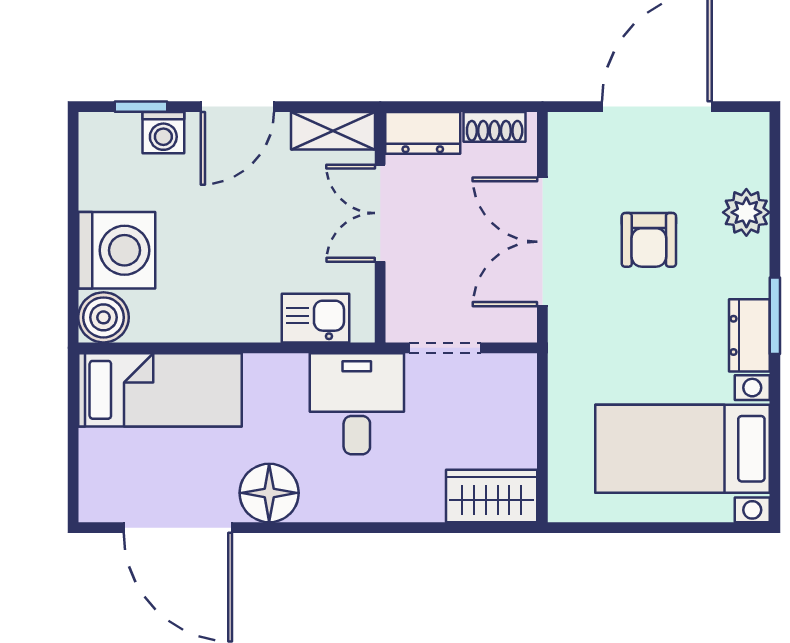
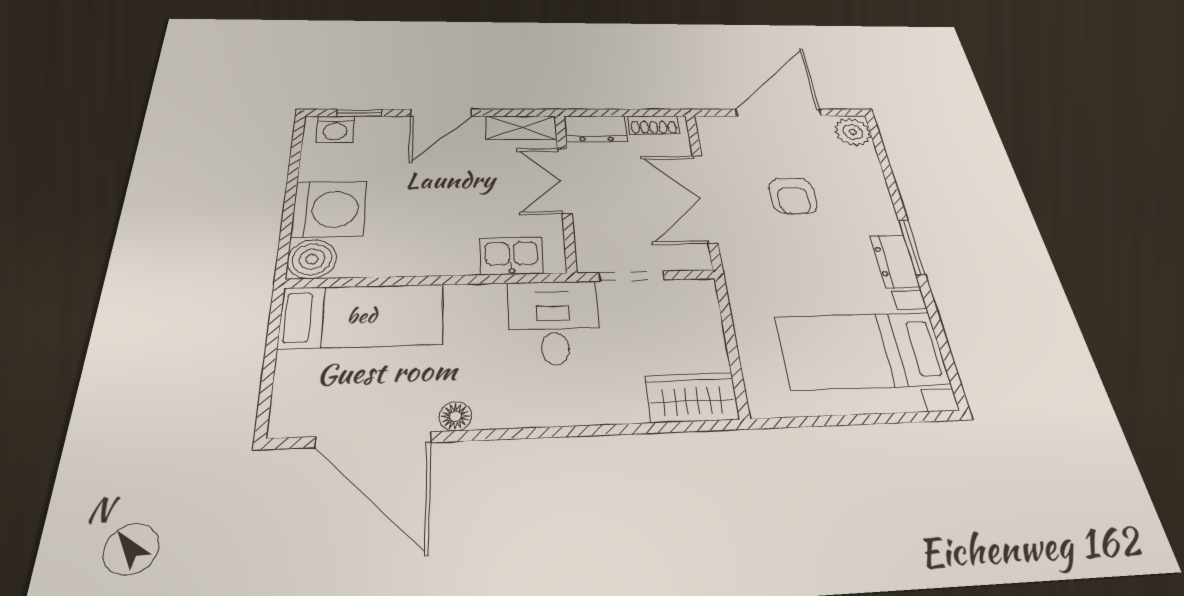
washing machine: (163, 133) -> (335, 129), moved
plant: (746, 212) -> (853, 132), moved
floor lamp: (269, 493) -> (455, 416), width x0.53, depth x0.53

